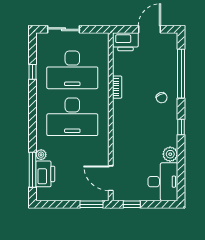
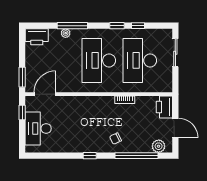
window: (33, 96) -> (117, 26), added
plant: (170, 154) -> (159, 146), moved
window: (33, 170) -> (72, 26), moved
printer: (45, 174) -> (37, 37), moved
desk: (163, 182) -> (38, 128), moved, turned 90

